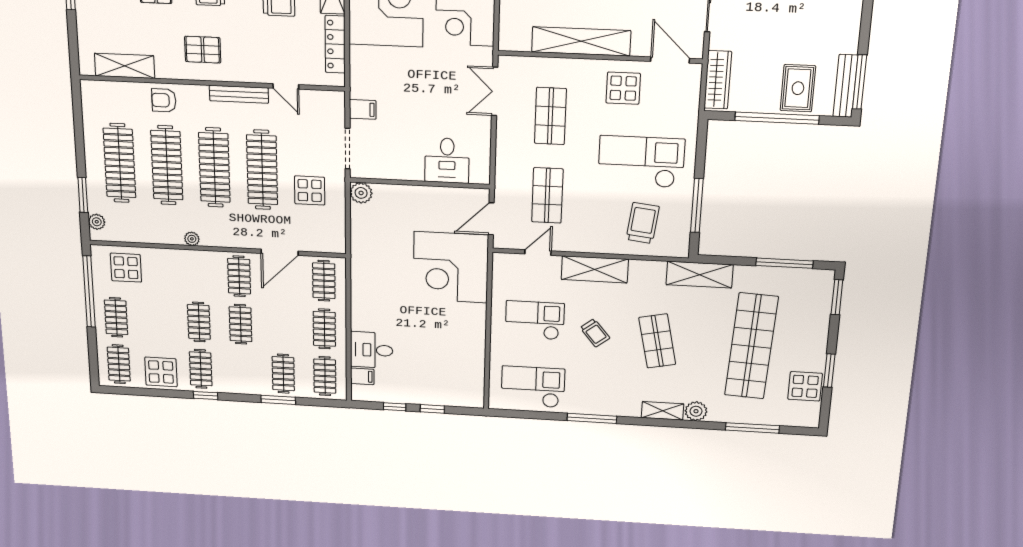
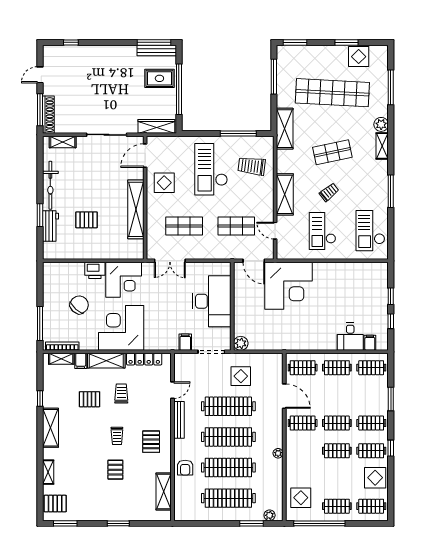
desk: (447, 160) -> (212, 301), width x1.87, depth x1.30
clothes rail: (283, 374) -> (371, 423), moved

